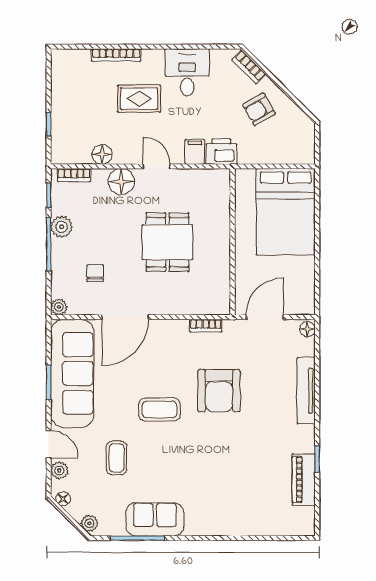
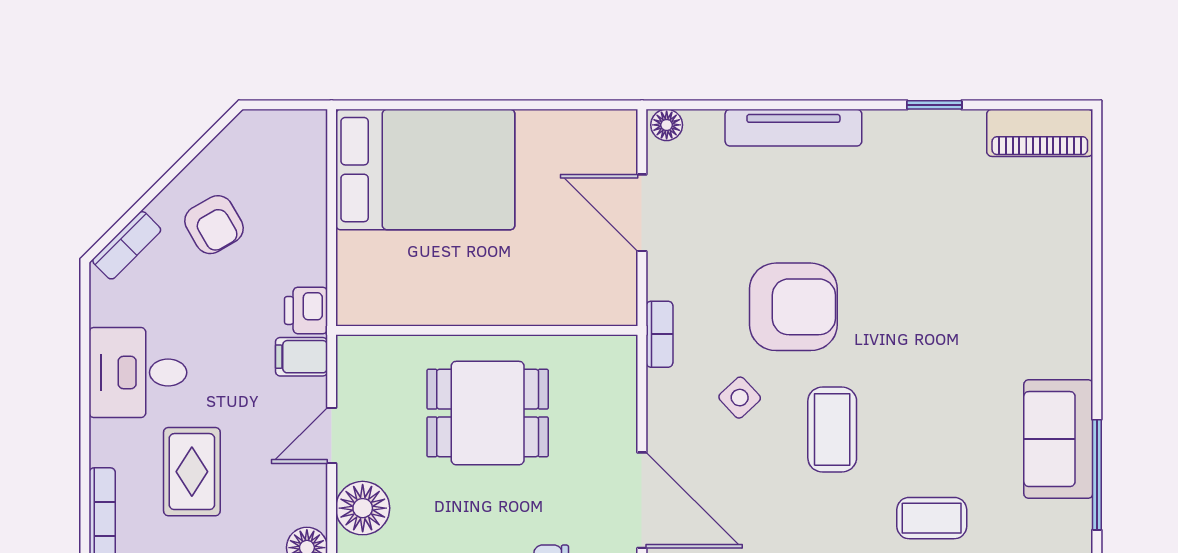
printer: (221, 151) -> (306, 310), width x0.73, depth x0.81
wall: (232, 242) -> (487, 330), moved
side table: (175, 365) -> (740, 398), added
piano: (304, 480) -> (1040, 133), moved

